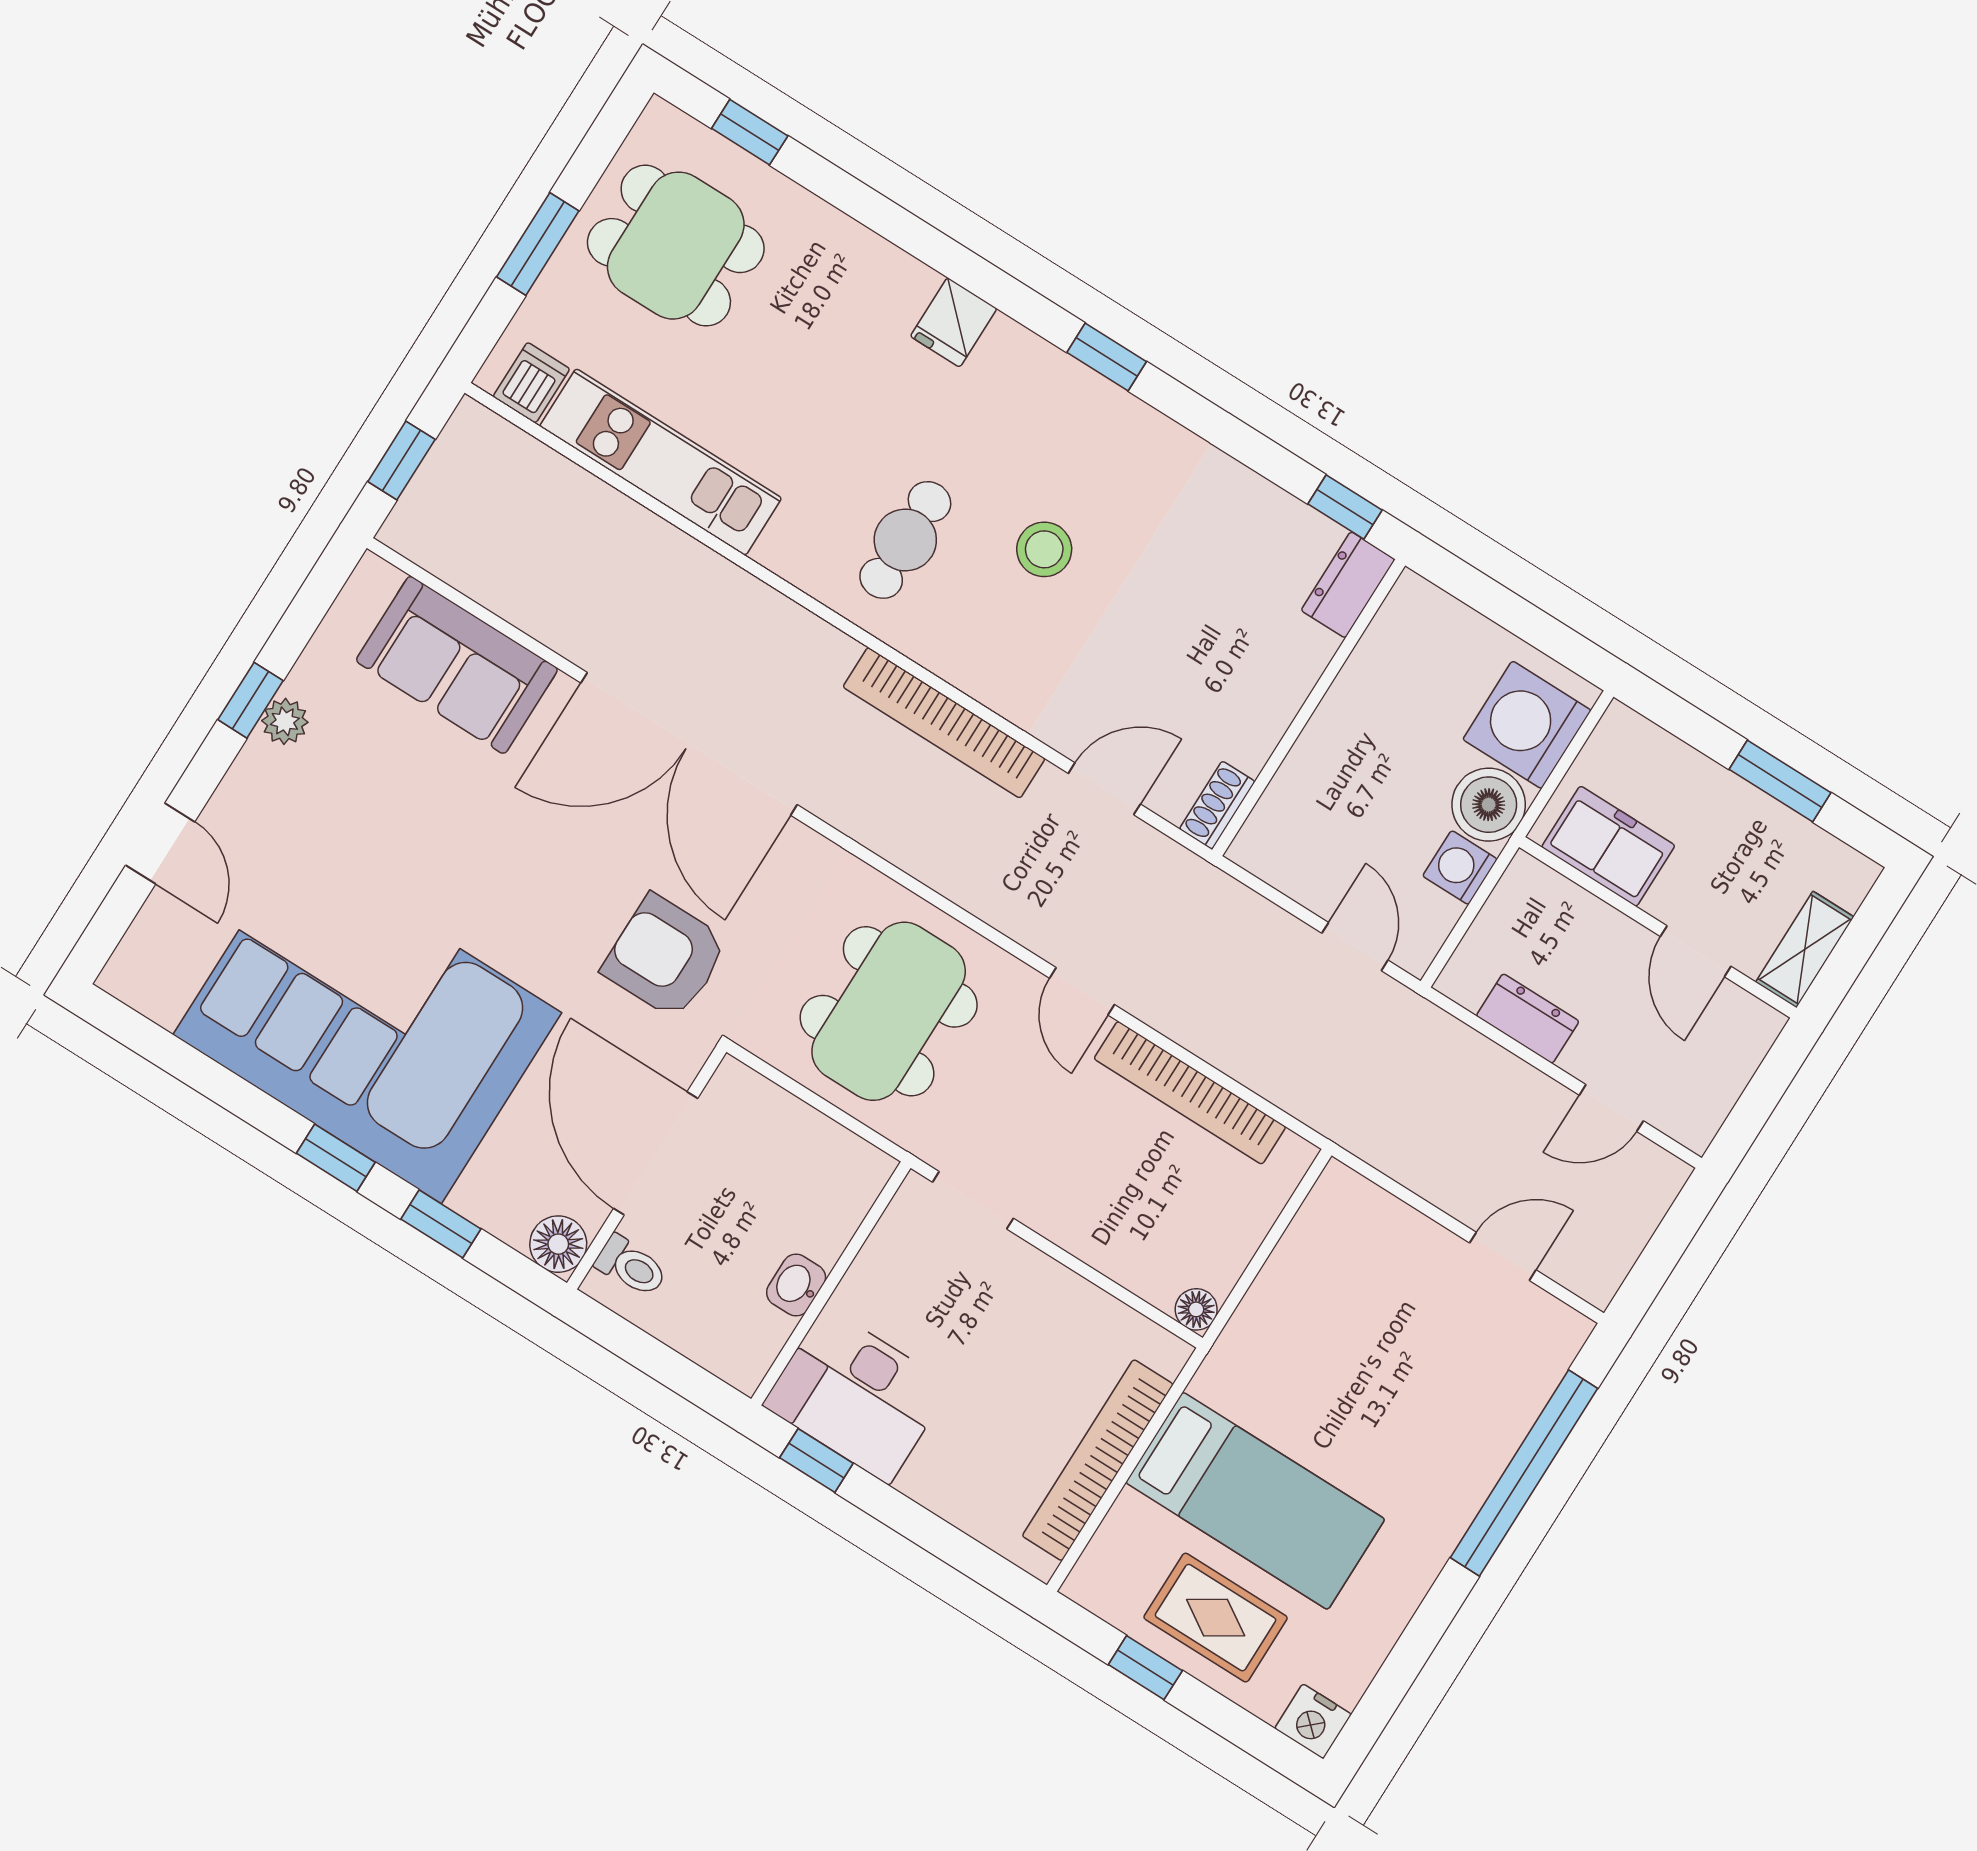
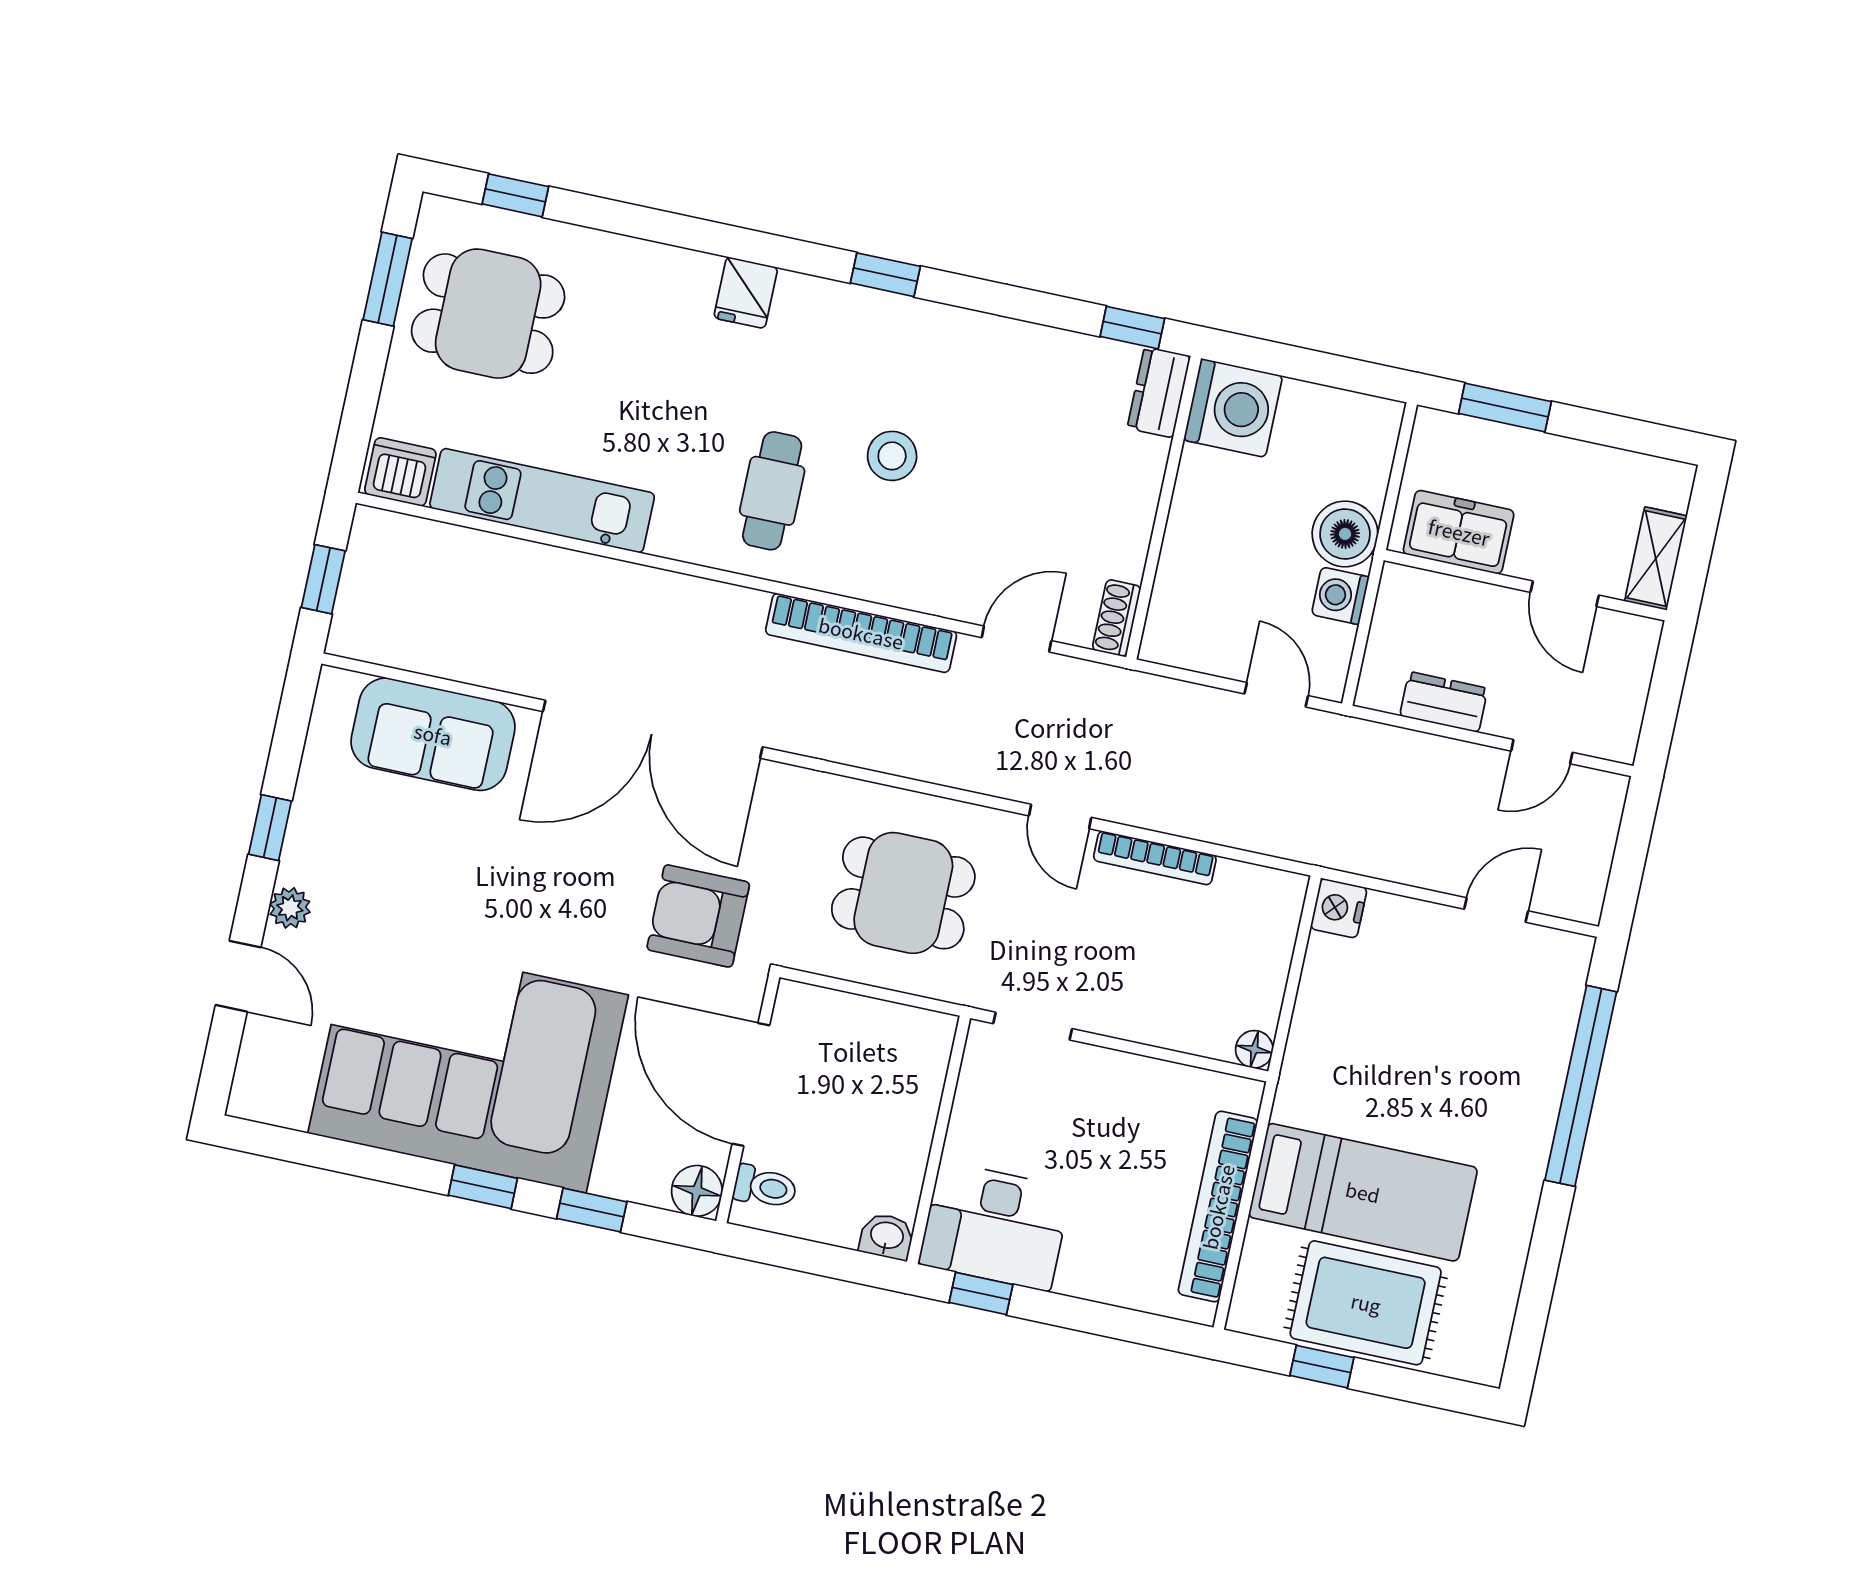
window: (538, 244) -> (388, 279), moved
dishwasher: (531, 383) -> (400, 472), width x1.38
plant: (285, 721) -> (290, 908), moved
washing machine: (1527, 725) -> (1233, 408), moved, turned 180
window: (1780, 781) -> (1505, 407), moved
dining table: (889, 1011) -> (903, 893), width x0.73
bookcase: (1190, 1093) -> (1155, 858), width x0.68, depth x0.76
washbasin: (796, 1285) -> (887, 1236), moved, turned 90
rug: (1216, 1618) -> (1366, 1303), width x1.36, depth x1.43
nightstand: (1313, 1721) -> (1339, 908), moved, turned 90

